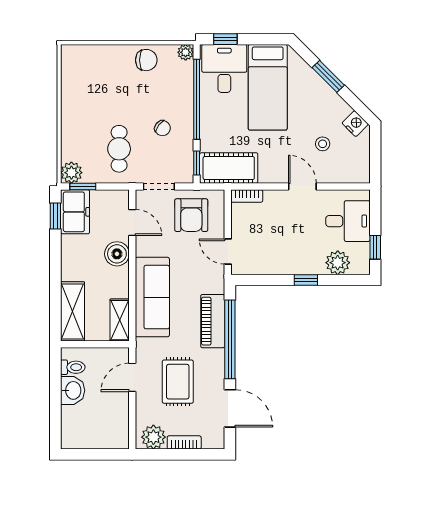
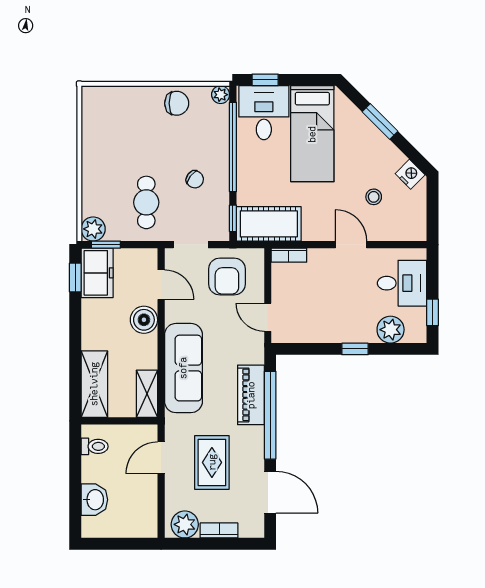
washbasin: (73, 390) -> (94, 500), moved

